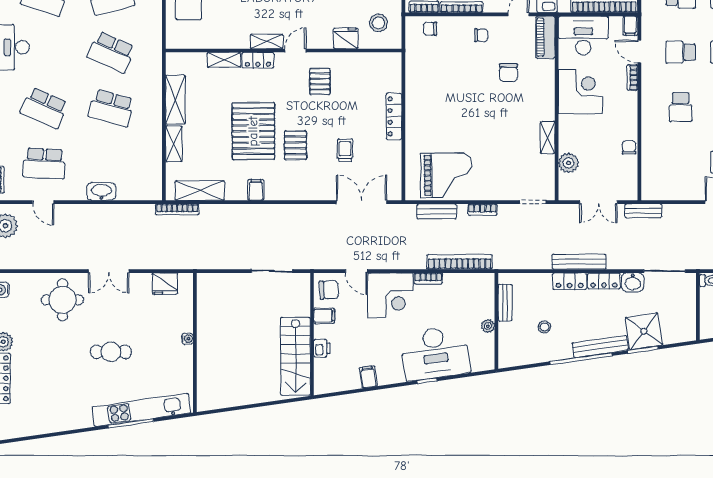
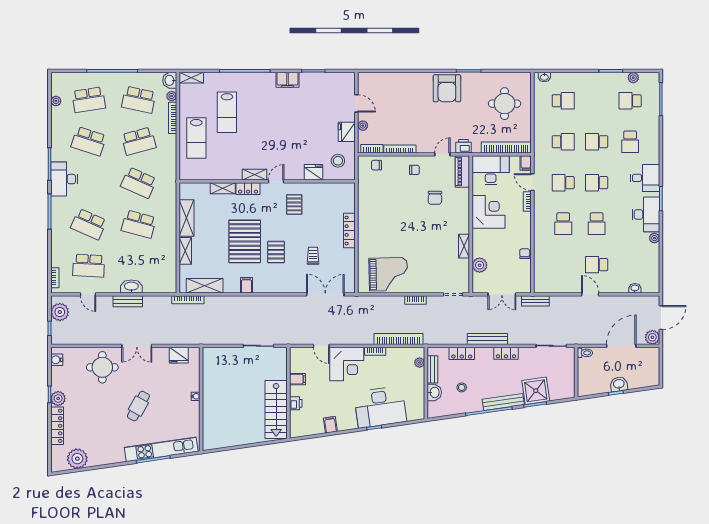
bench: (437, 211) -> (128, 301), moved
locker: (570, 281) -> (462, 353), moved
washbasin: (633, 282) -> (434, 392), moved, turned -90
chair: (329, 290) -> (301, 360), removed
plant: (488, 326) -> (420, 363), moved
cafe table: (111, 352) -> (138, 406), turned -61
plant: (29, 422) -> (77, 459), added

